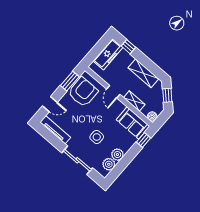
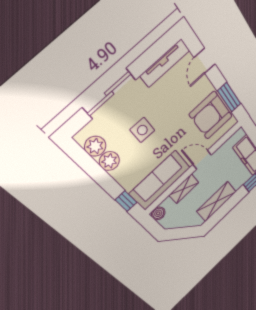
armchair: (83, 92) -> (211, 115), turned 90
window: (167, 95) -> (182, 233), removed
sofa: (133, 123) -> (160, 180), width x1.36

